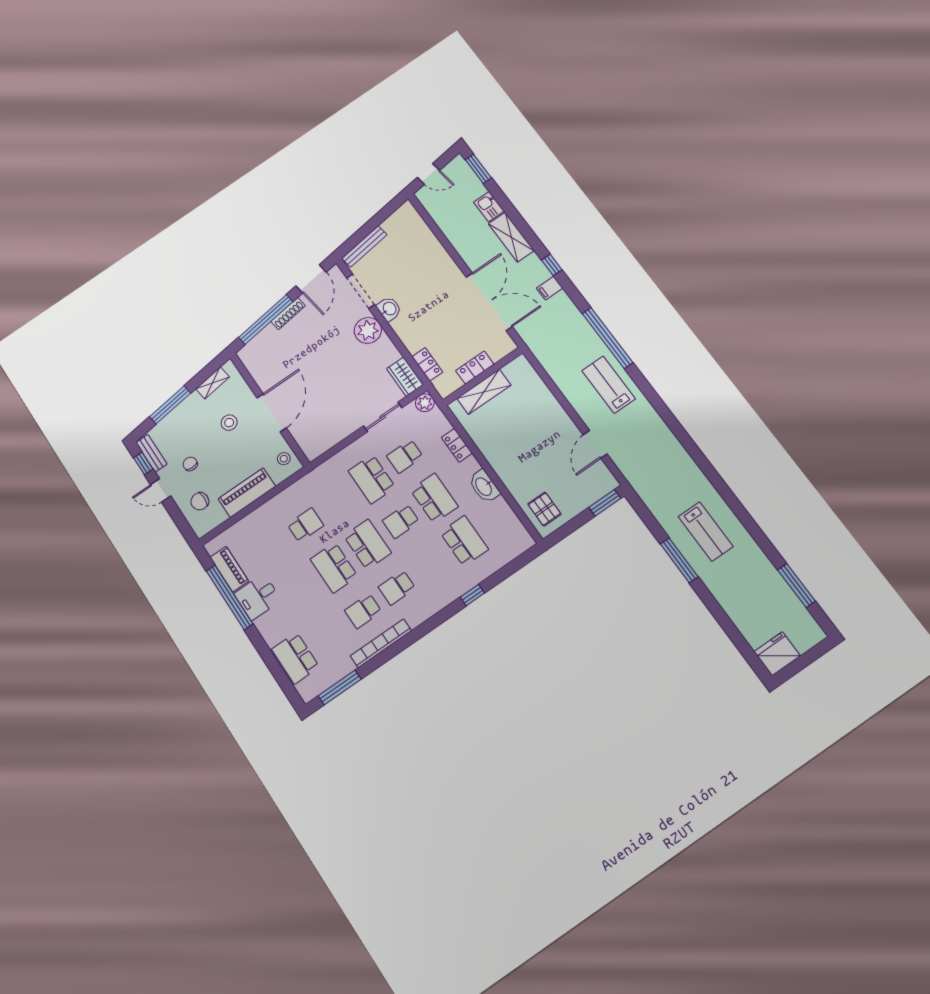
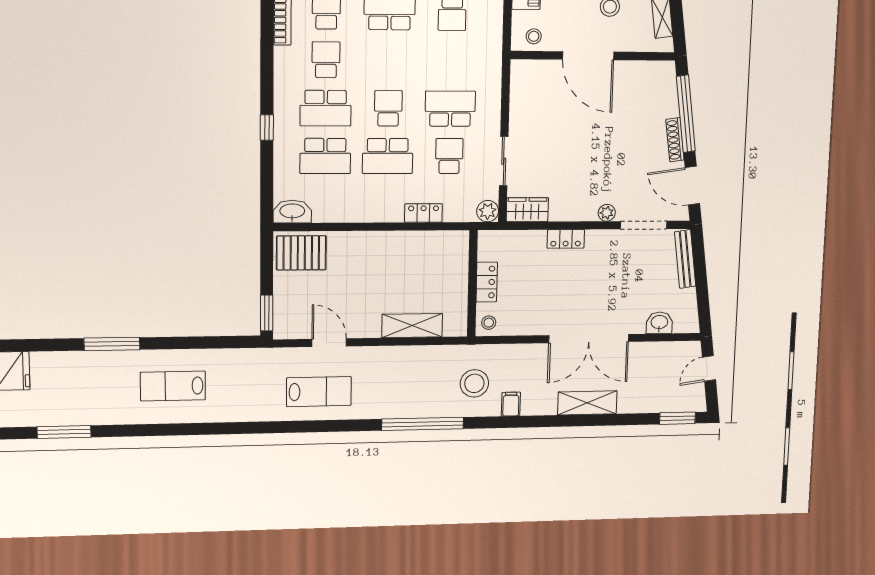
kitchen sink: (489, 207) -> (633, 403), removed
window: (552, 265) -> (532, 421), removed
double door: (489, 302) -> (589, 339), moved
washbasin: (389, 309) -> (659, 323), moved, turned 180
stool: (553, 324) -> (474, 383), added
plant: (368, 330) -> (607, 213), width x0.53, depth x0.53
stool: (502, 345) -> (489, 323), added
locker: (427, 364) -> (566, 239), moved
lab bench: (609, 385) -> (319, 392), moved
shelving: (484, 392) -> (412, 326), moved, turned 90
washbasin: (484, 486) -> (292, 212), moved
pallet: (544, 509) -> (301, 253), width x1.50, depth x1.42
school desk: (367, 544) -> (326, 108), moved
window: (679, 560) -> (112, 344), moved

